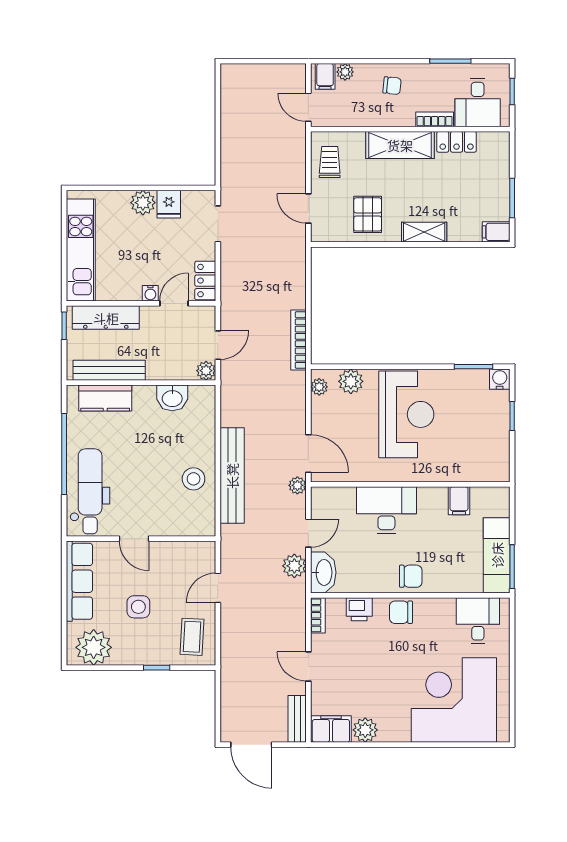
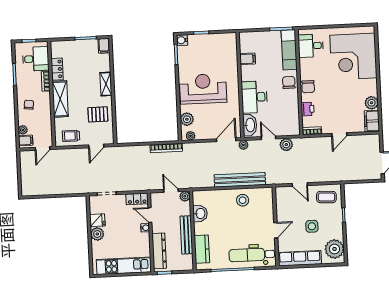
bench: (109, 370) -> (186, 235), moved
exam couch: (497, 555) -> (289, 50), moved, turned 90
washbasin: (323, 572) -> (250, 125), moved, turned 90
bench: (297, 719) -> (367, 139), removed

